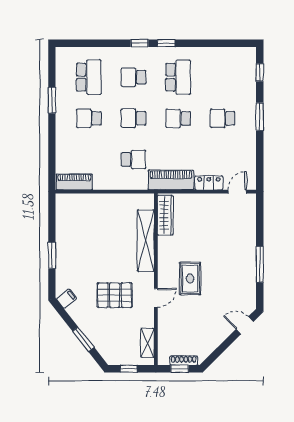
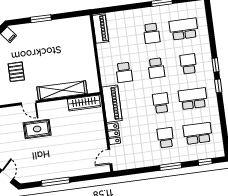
school desk: (89, 77) -> (184, 29), turned 180
school desk: (178, 77) -> (193, 99), turned 180
school desk: (223, 77) -> (198, 133), added
school desk: (89, 118) -> (152, 33), turned 180
school desk: (133, 118) -> (156, 68), turned 180
door: (237, 192) -> (110, 157), swing flipped
pallet: (115, 295) -> (16, 72), width x0.67, depth x0.71
door: (156, 298) -> (29, 103), moved

